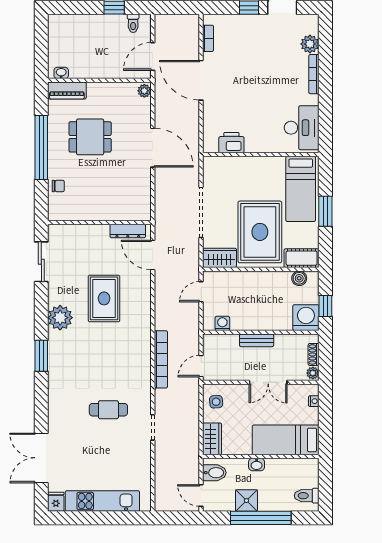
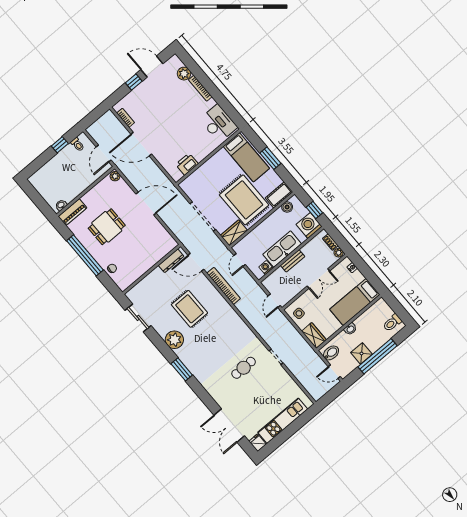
kitchen sink: (256, 318) -> (282, 249), added
bookcase: (161, 359) -> (224, 286), moved

